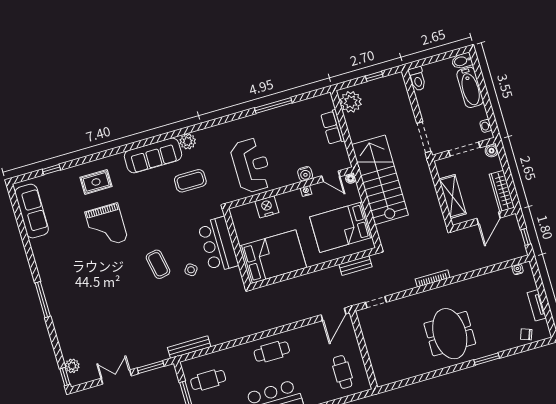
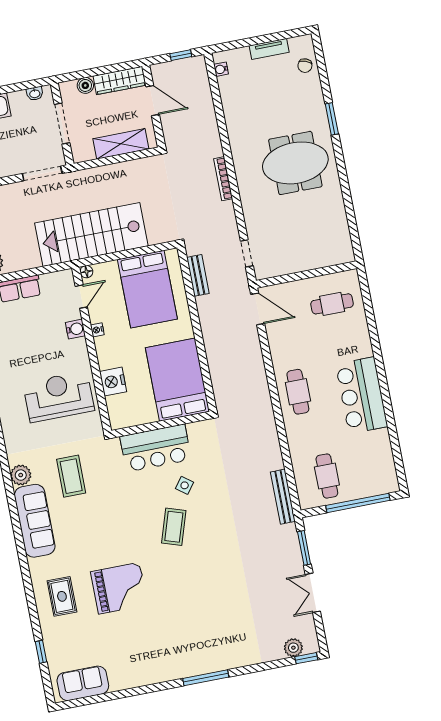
boiler: (492, 151) -> (85, 85), moved
sofa: (32, 211) -> (83, 683), width x0.73
coffee table: (158, 264) -> (174, 527), turned -61

